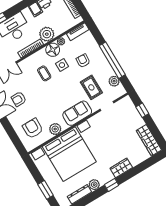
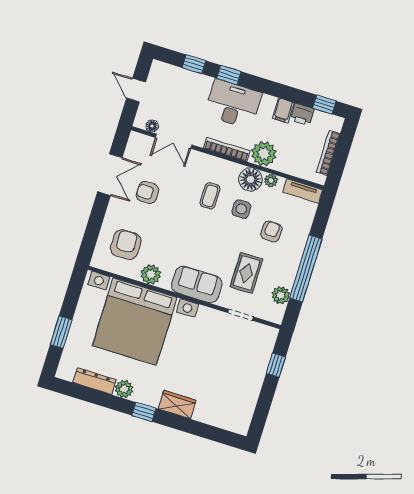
wardrobe: (149, 140) -> (245, 408), removed

